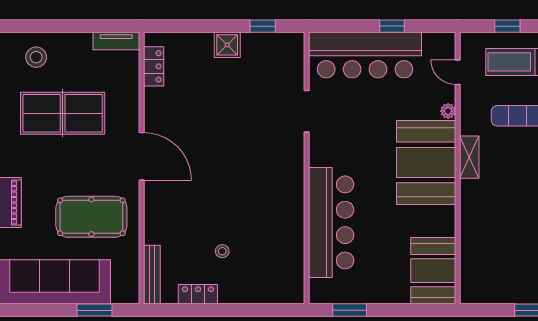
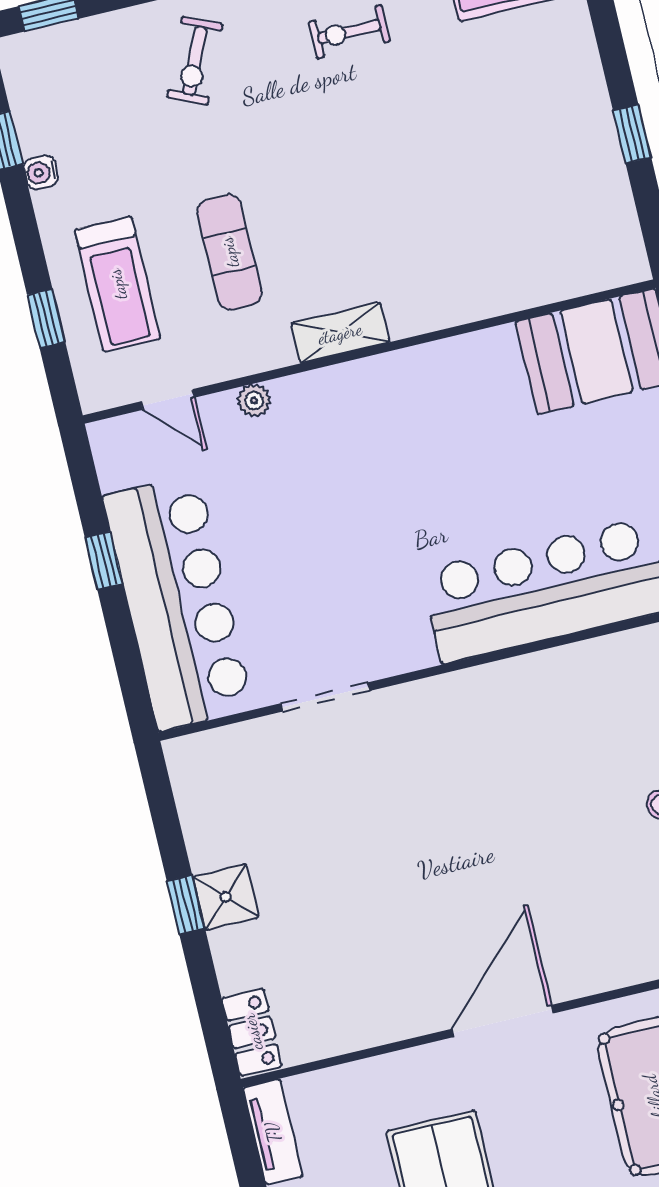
window: (263, 26) -> (186, 905), moved
locker: (154, 66) -> (252, 1032), moved, turned 90
door: (458, 72) -> (168, 400), hinge flipped
booth: (426, 162) -> (373, 421), removed

